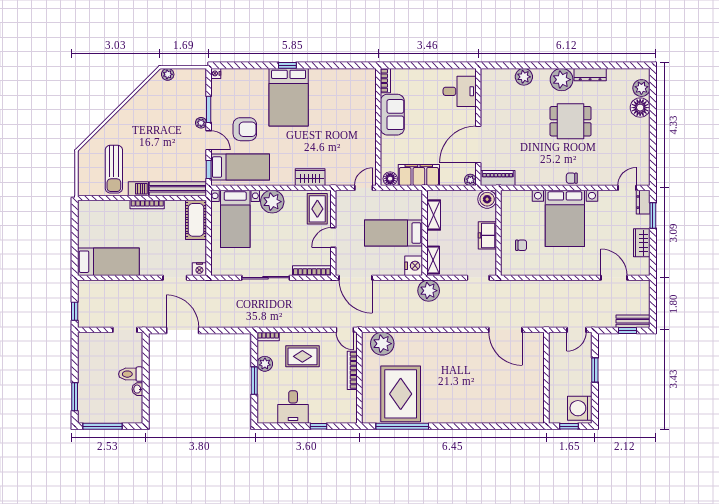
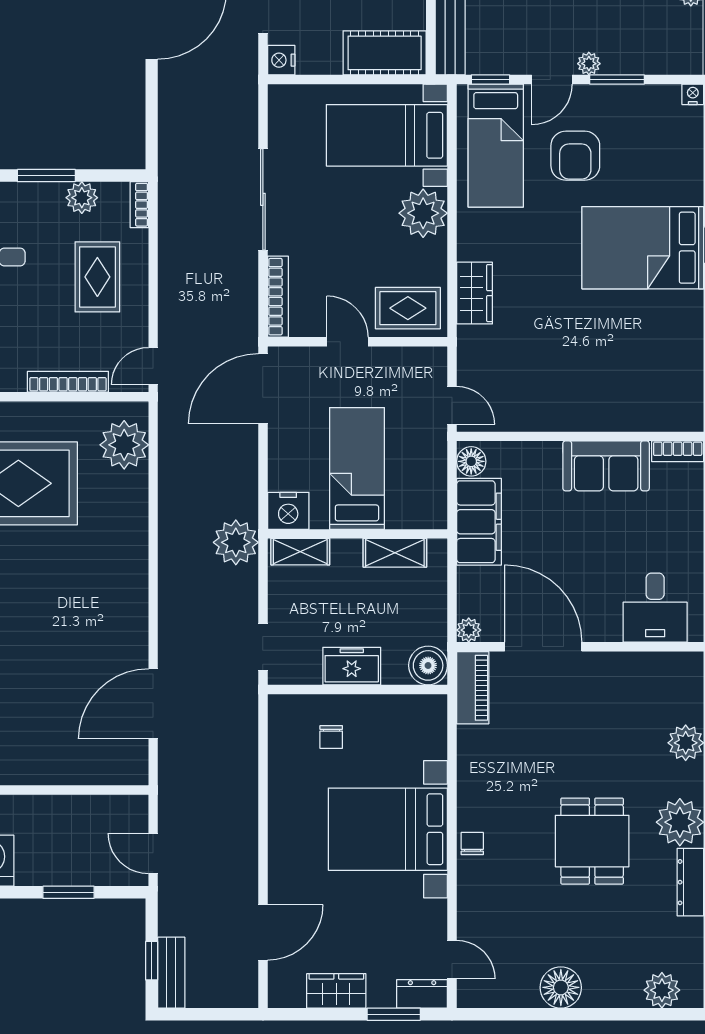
floor lamp: (640, 108) -> (561, 987), moved

